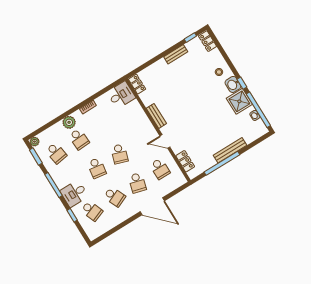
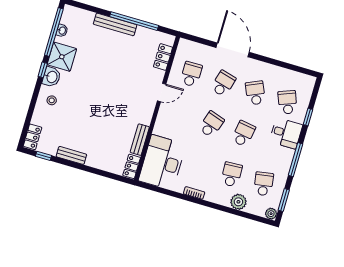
desk: (121, 95) -> (162, 162), width x1.87, depth x1.30
bench: (156, 116) -> (140, 140), moved
plant: (69, 122) -> (238, 202), moved
door: (165, 141) -> (162, 93), hinge flipped

